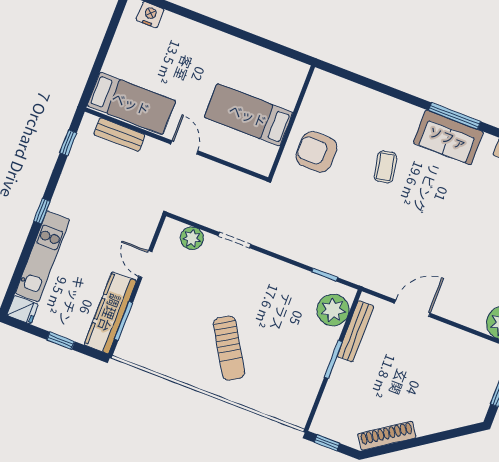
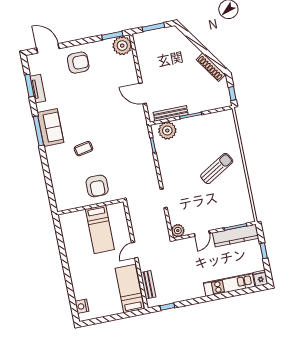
window: (42, 211) -> (208, 299), removed
plant: (192, 238) -> (178, 231), moved

